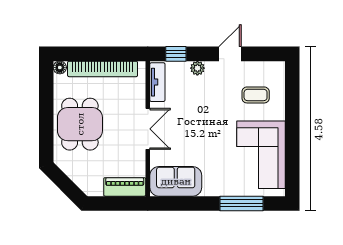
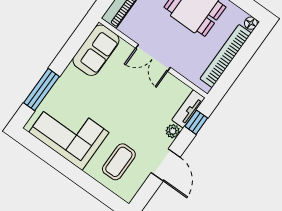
door: (230, 54) -> (166, 165), width x1.38
tv unit: (157, 82) -> (188, 109), moved, turned 90
coffee table: (256, 95) -> (119, 162), width x1.36, depth x1.30

